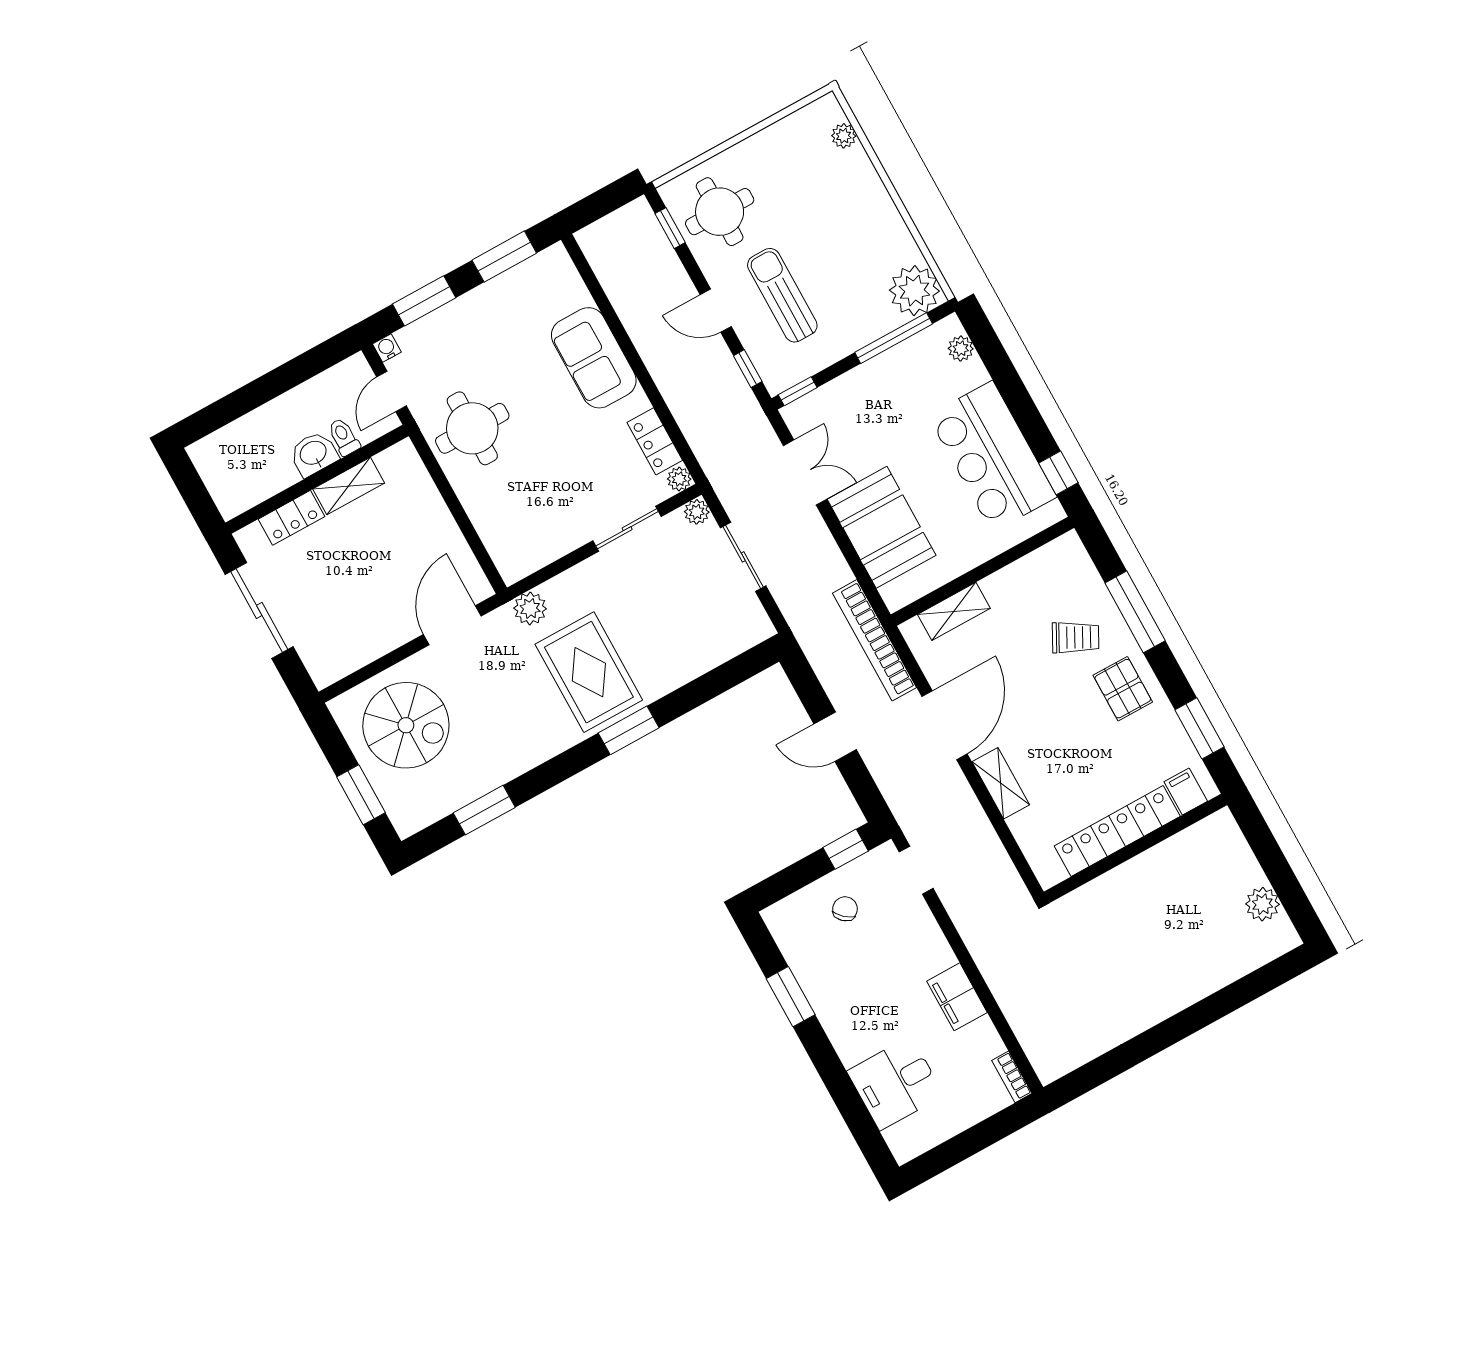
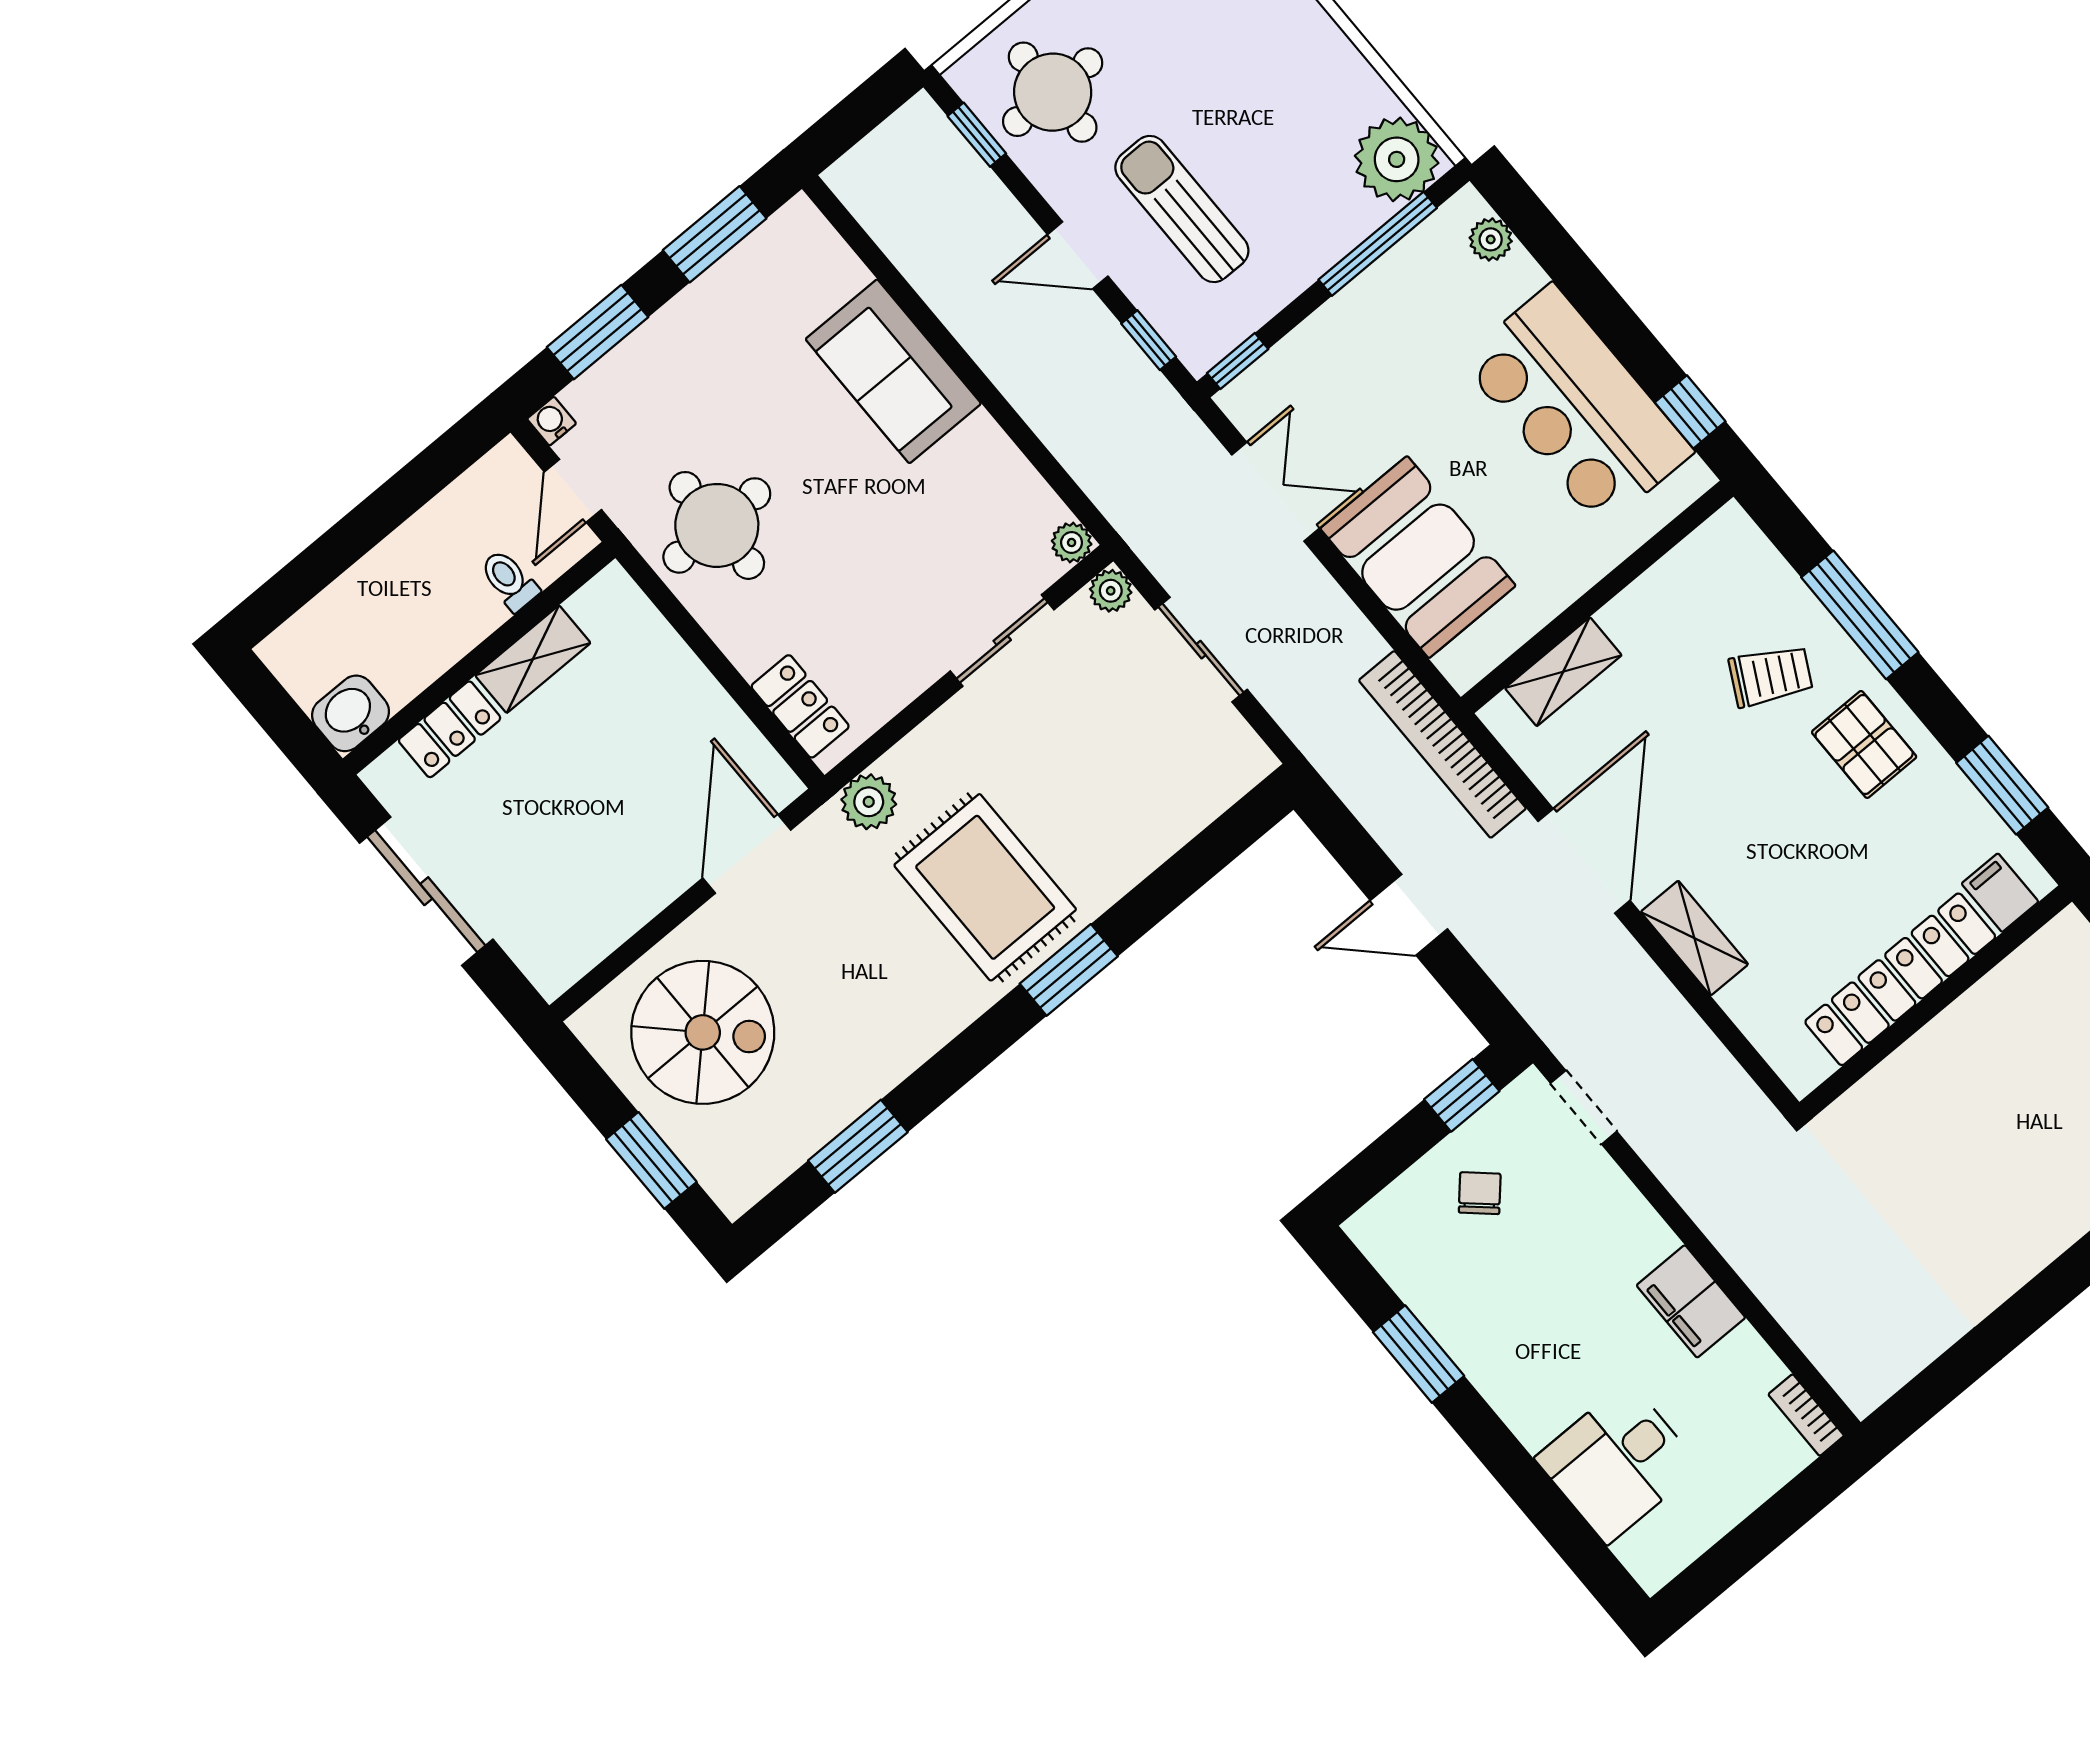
locker: (655, 441) -> (800, 706), moved, turned 180
washbasin: (314, 454) -> (351, 713), moved

